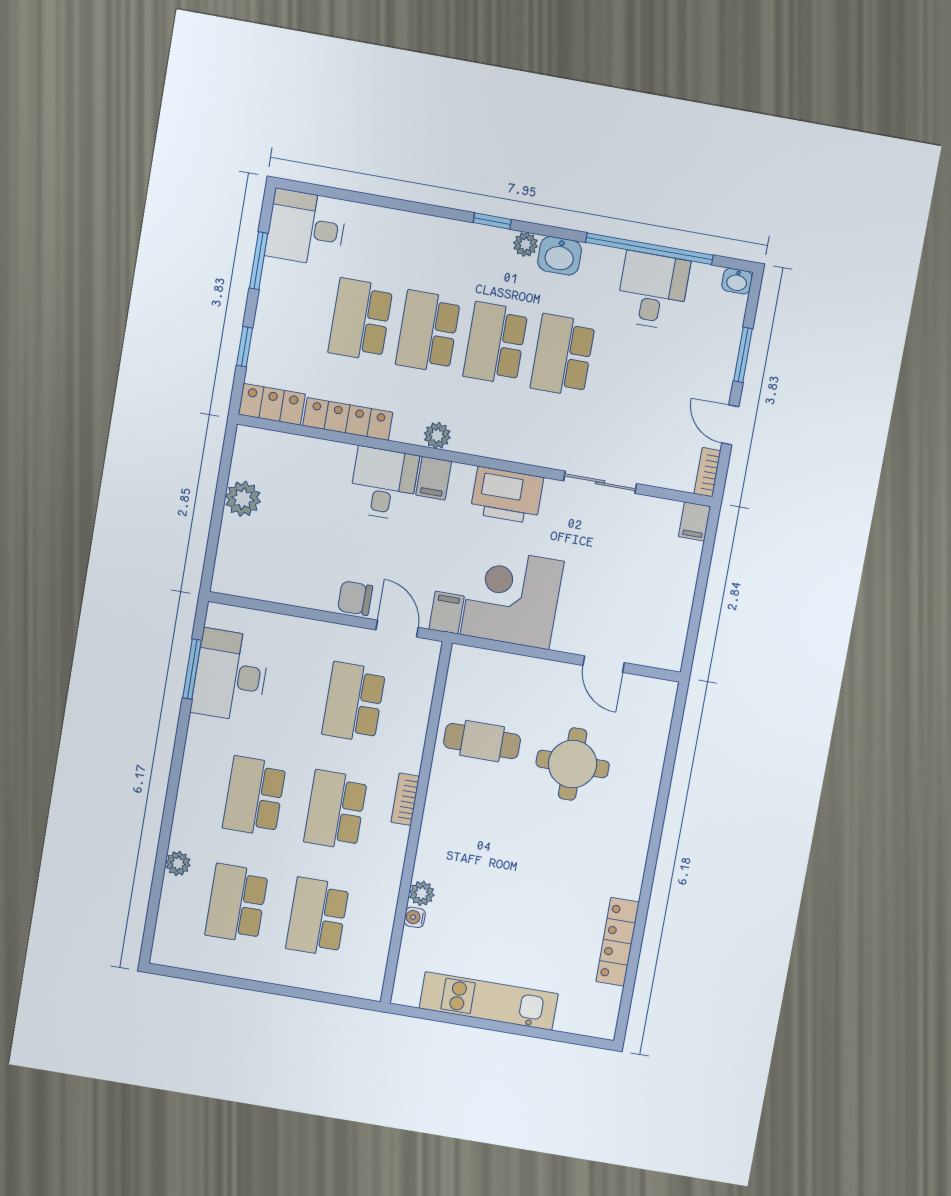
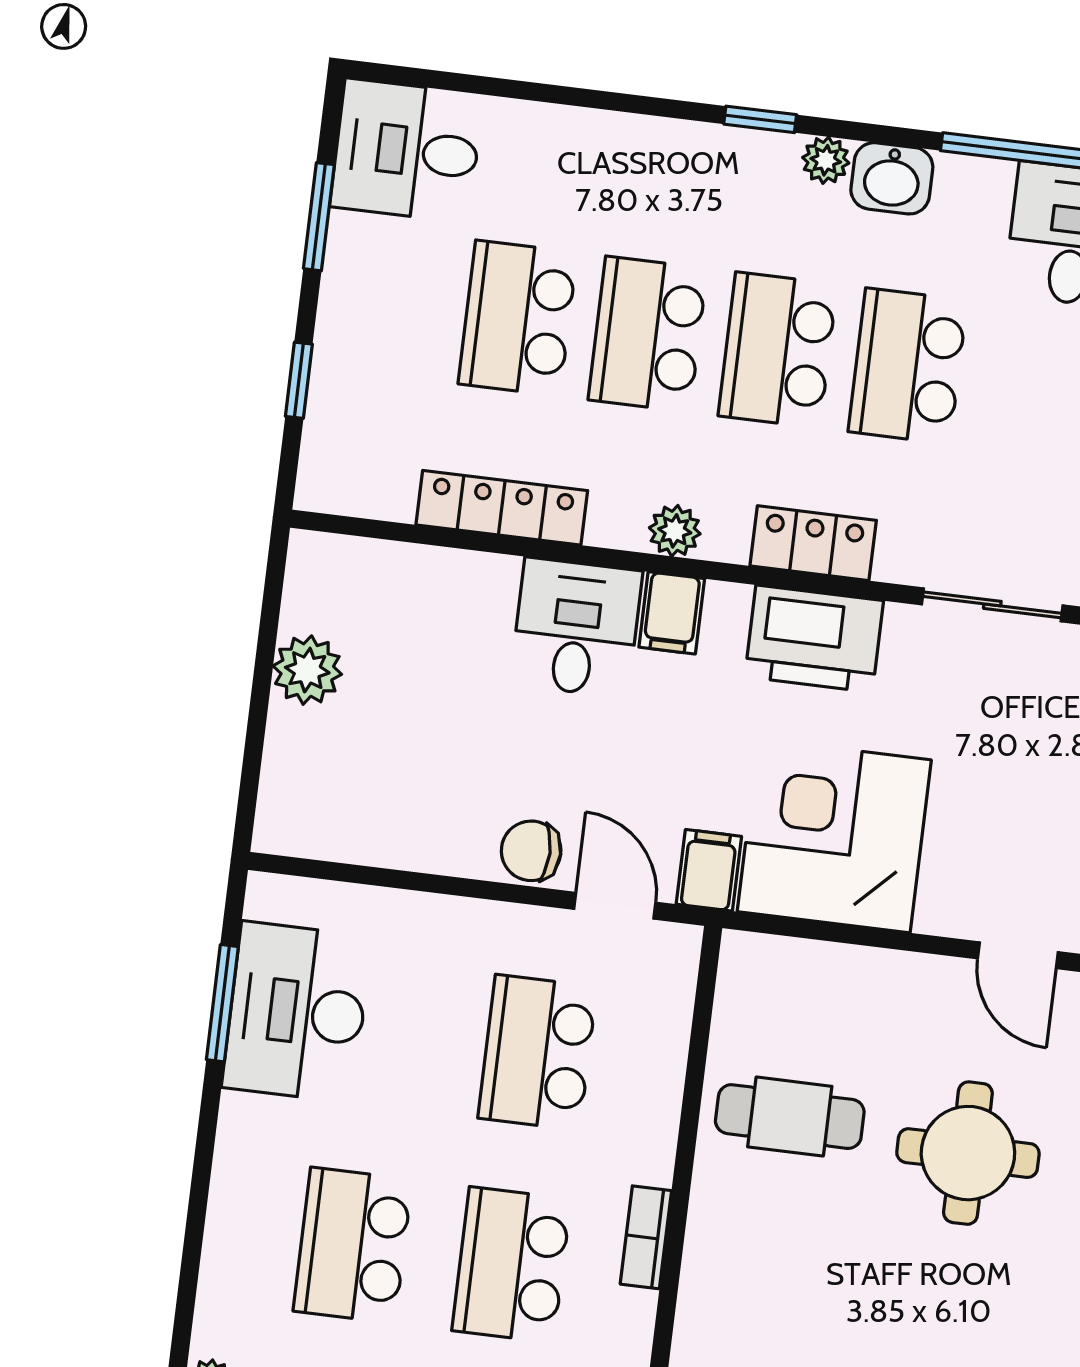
locker: (272, 404) -> (813, 543), moved

